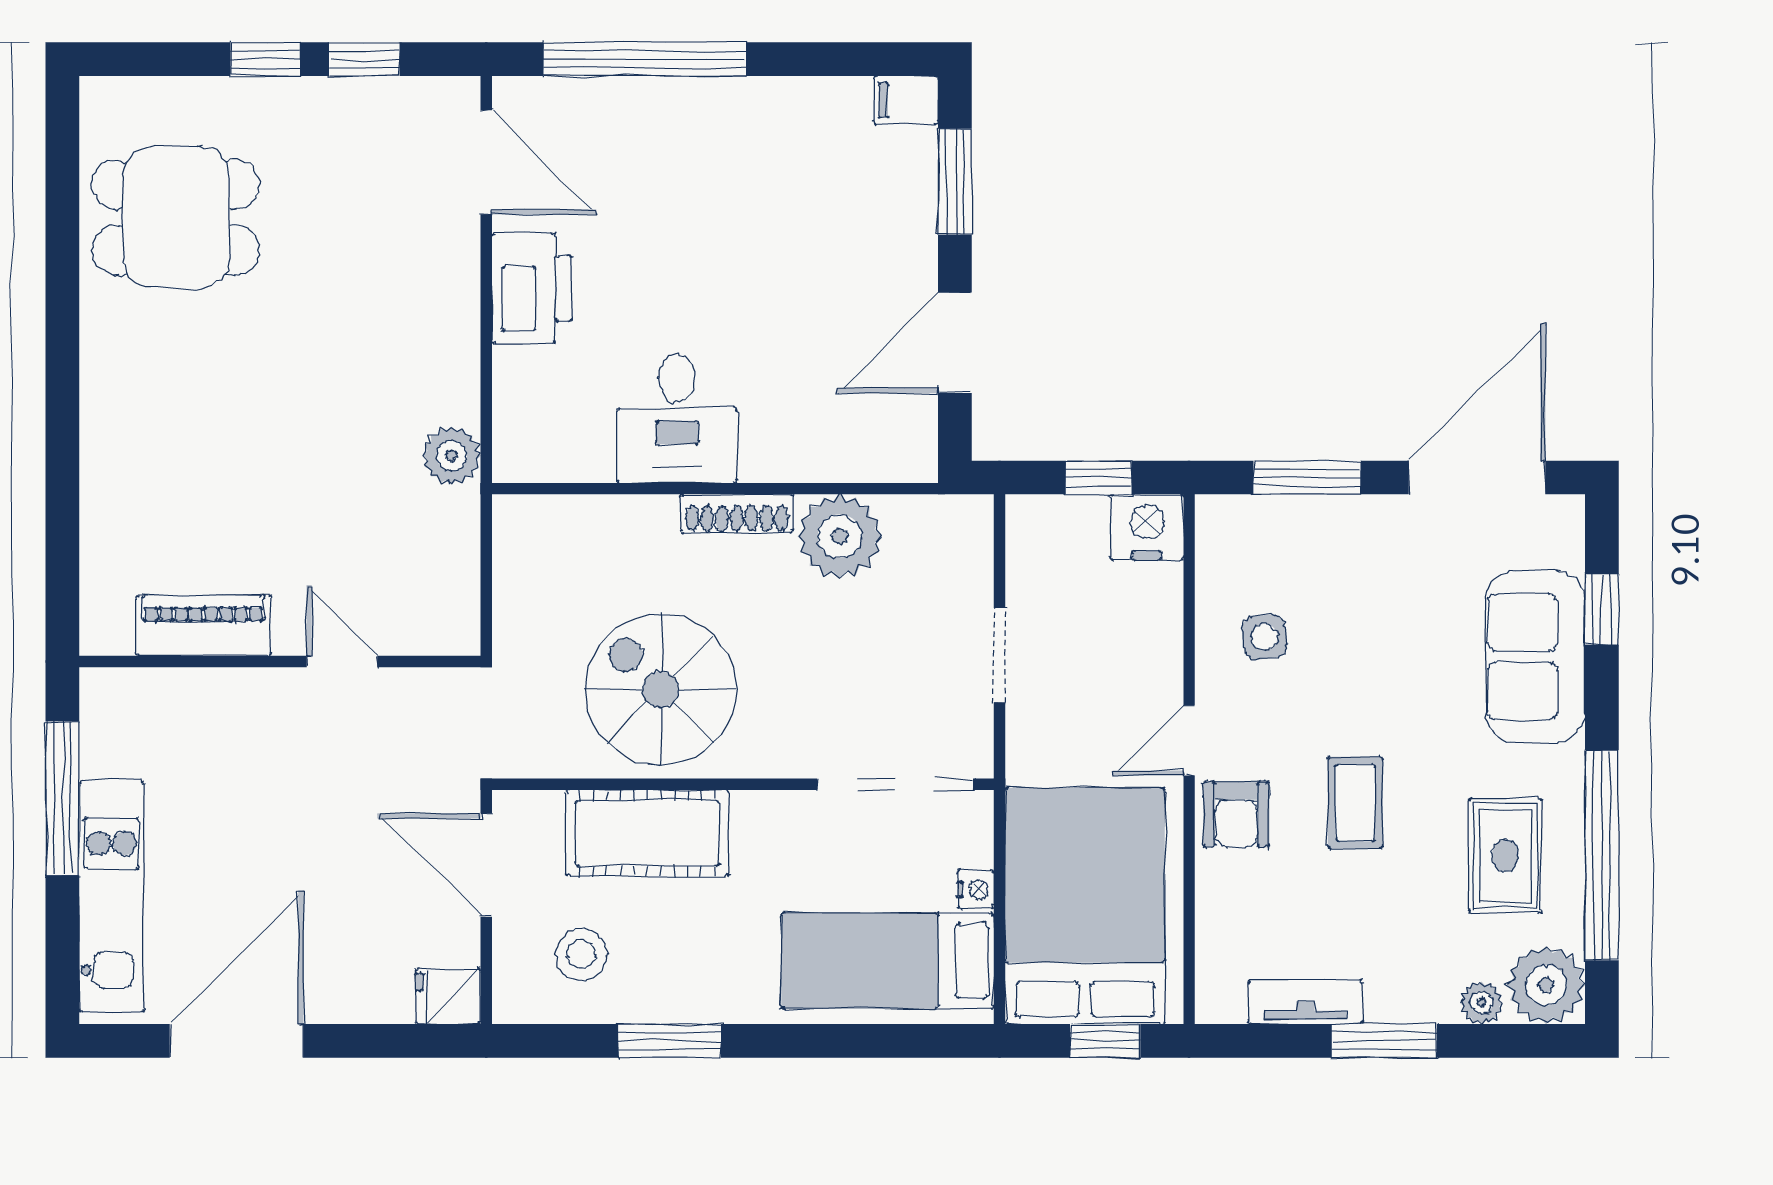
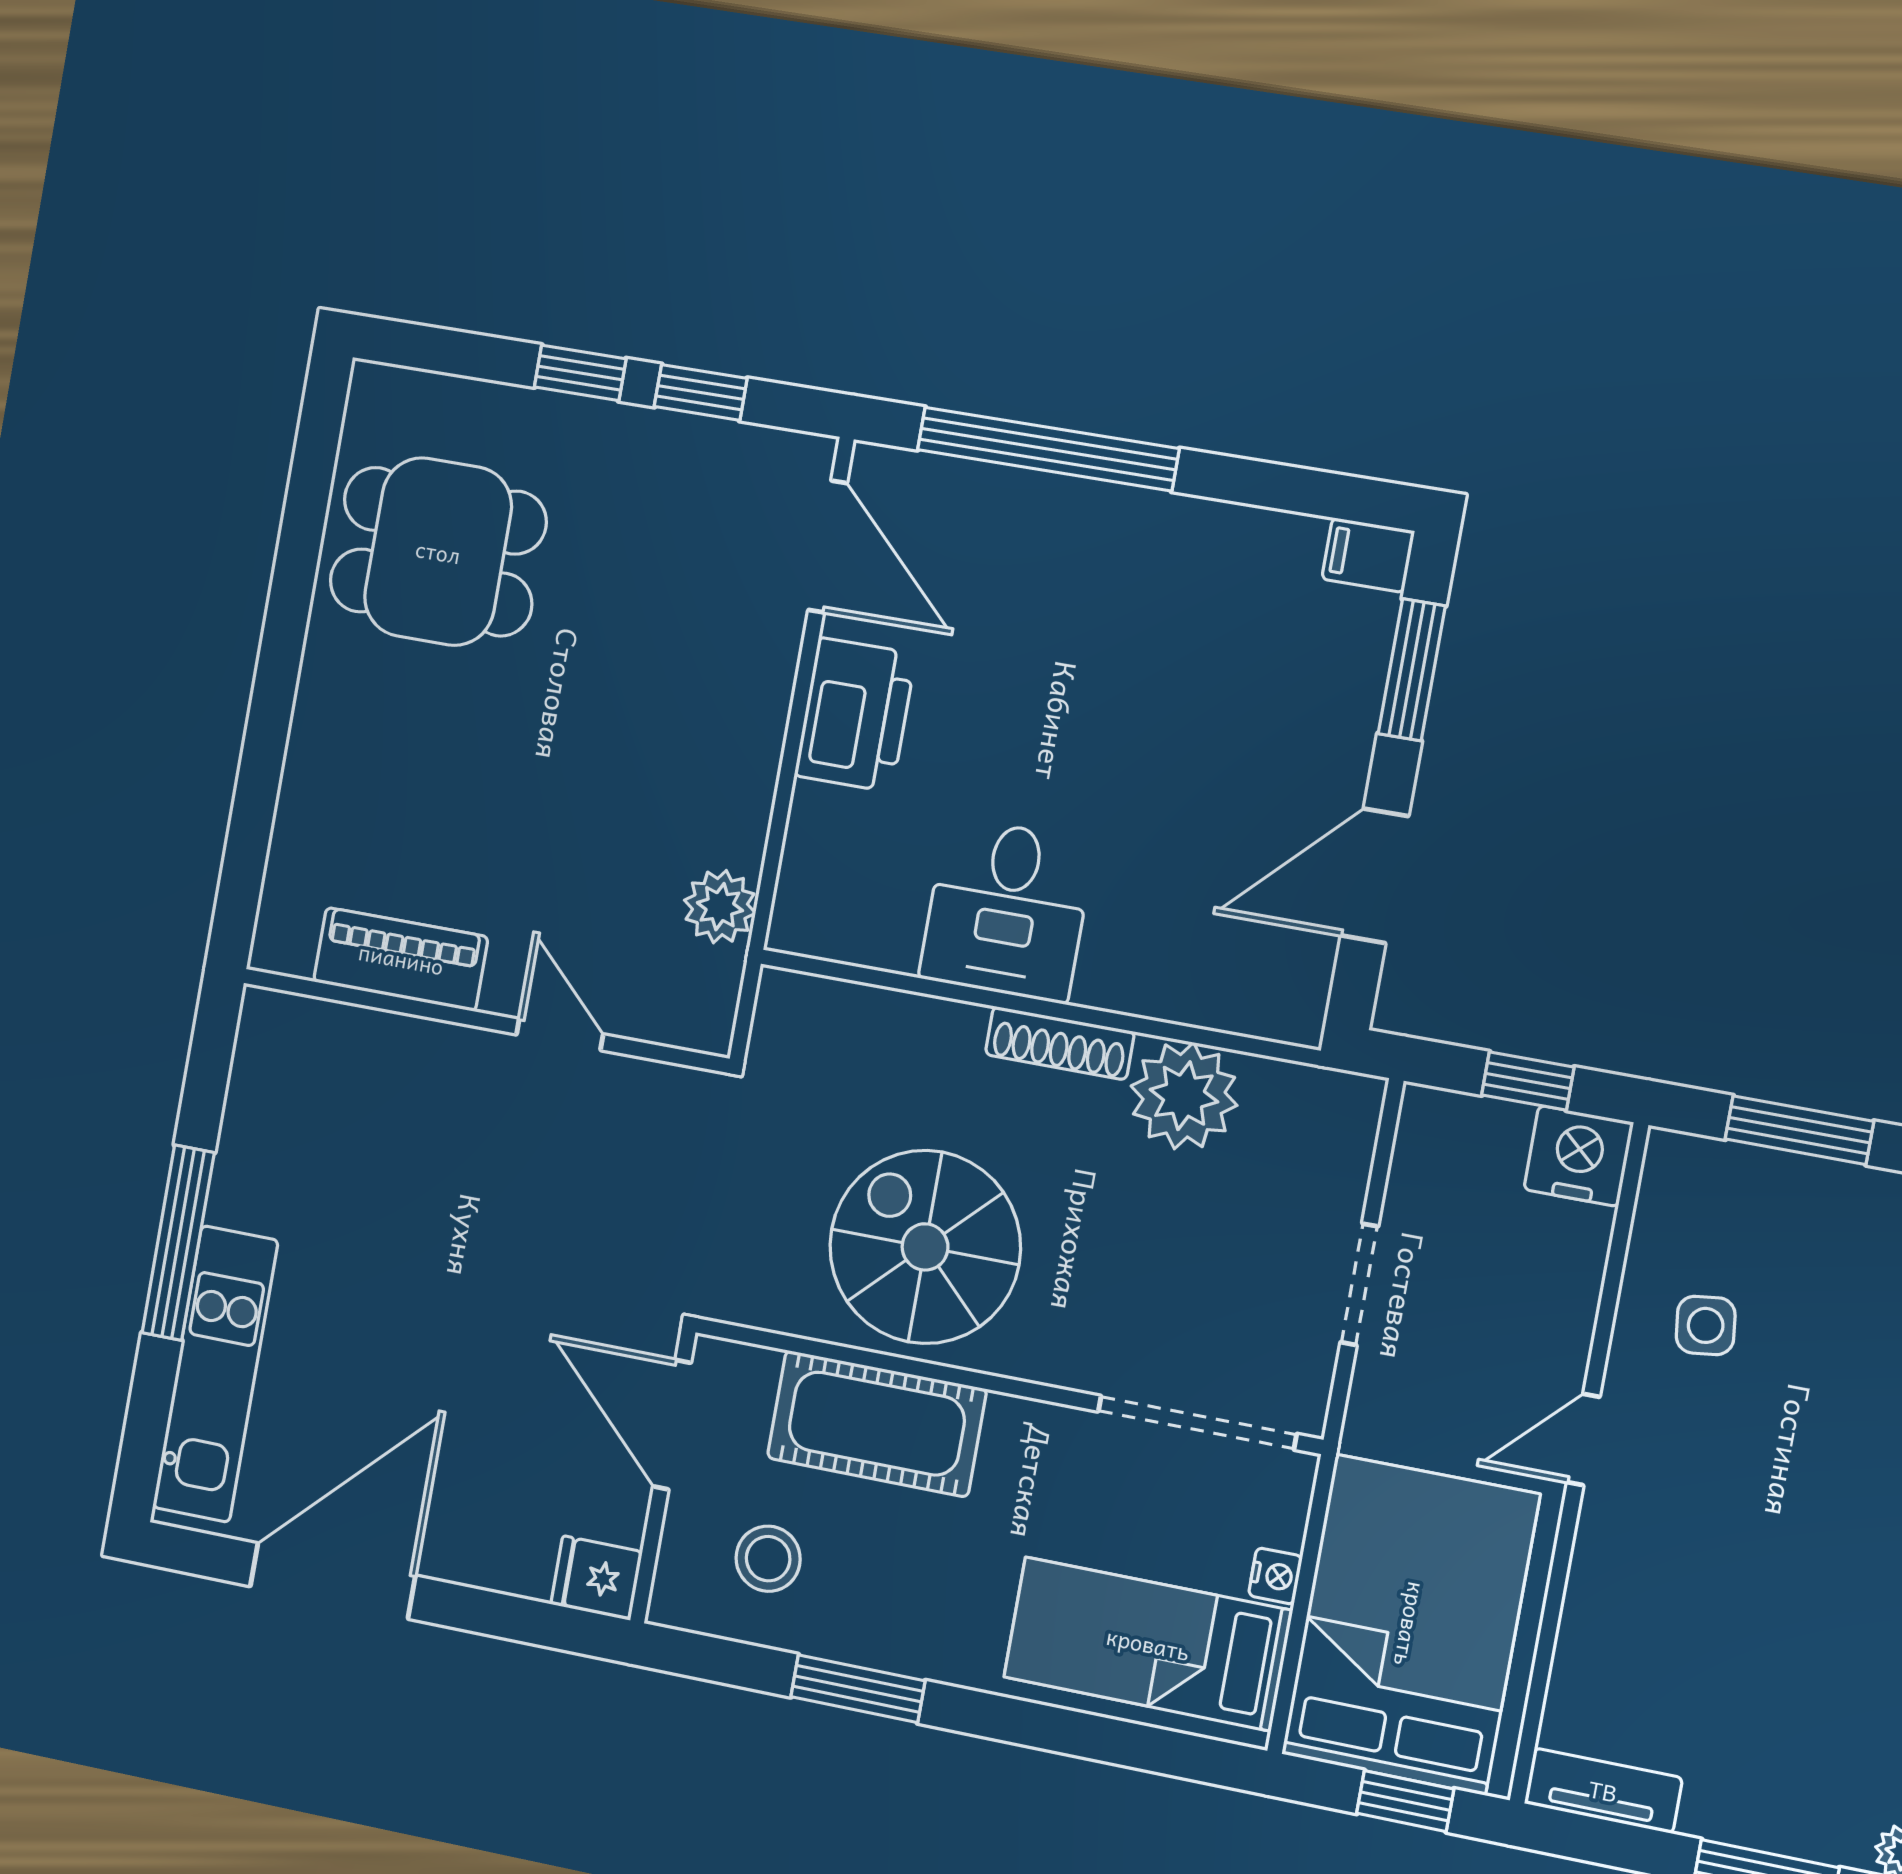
piano: (203, 626) -> (401, 959), moved
wall: (280, 662) -> (485, 1021), moved
door: (342, 662) -> (560, 1034), moved
coffee table: (1355, 803) -> (1785, 1561), removed
armchair: (1236, 814) -> (1627, 1546), removed
tv unit: (1305, 1002) -> (1603, 1791), moved

